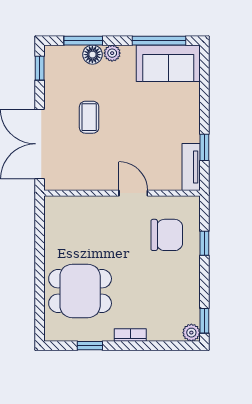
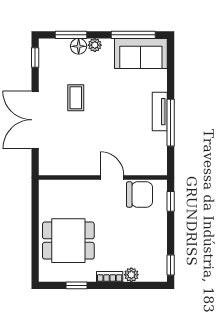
window: (204, 147) -> (171, 123), width x2.17
tv unit: (191, 167) -> (160, 112), moved
wall: (122, 193) -> (103, 178), moved
door: (133, 193) -> (112, 178), moved
plant: (191, 333) -> (131, 275), moved

